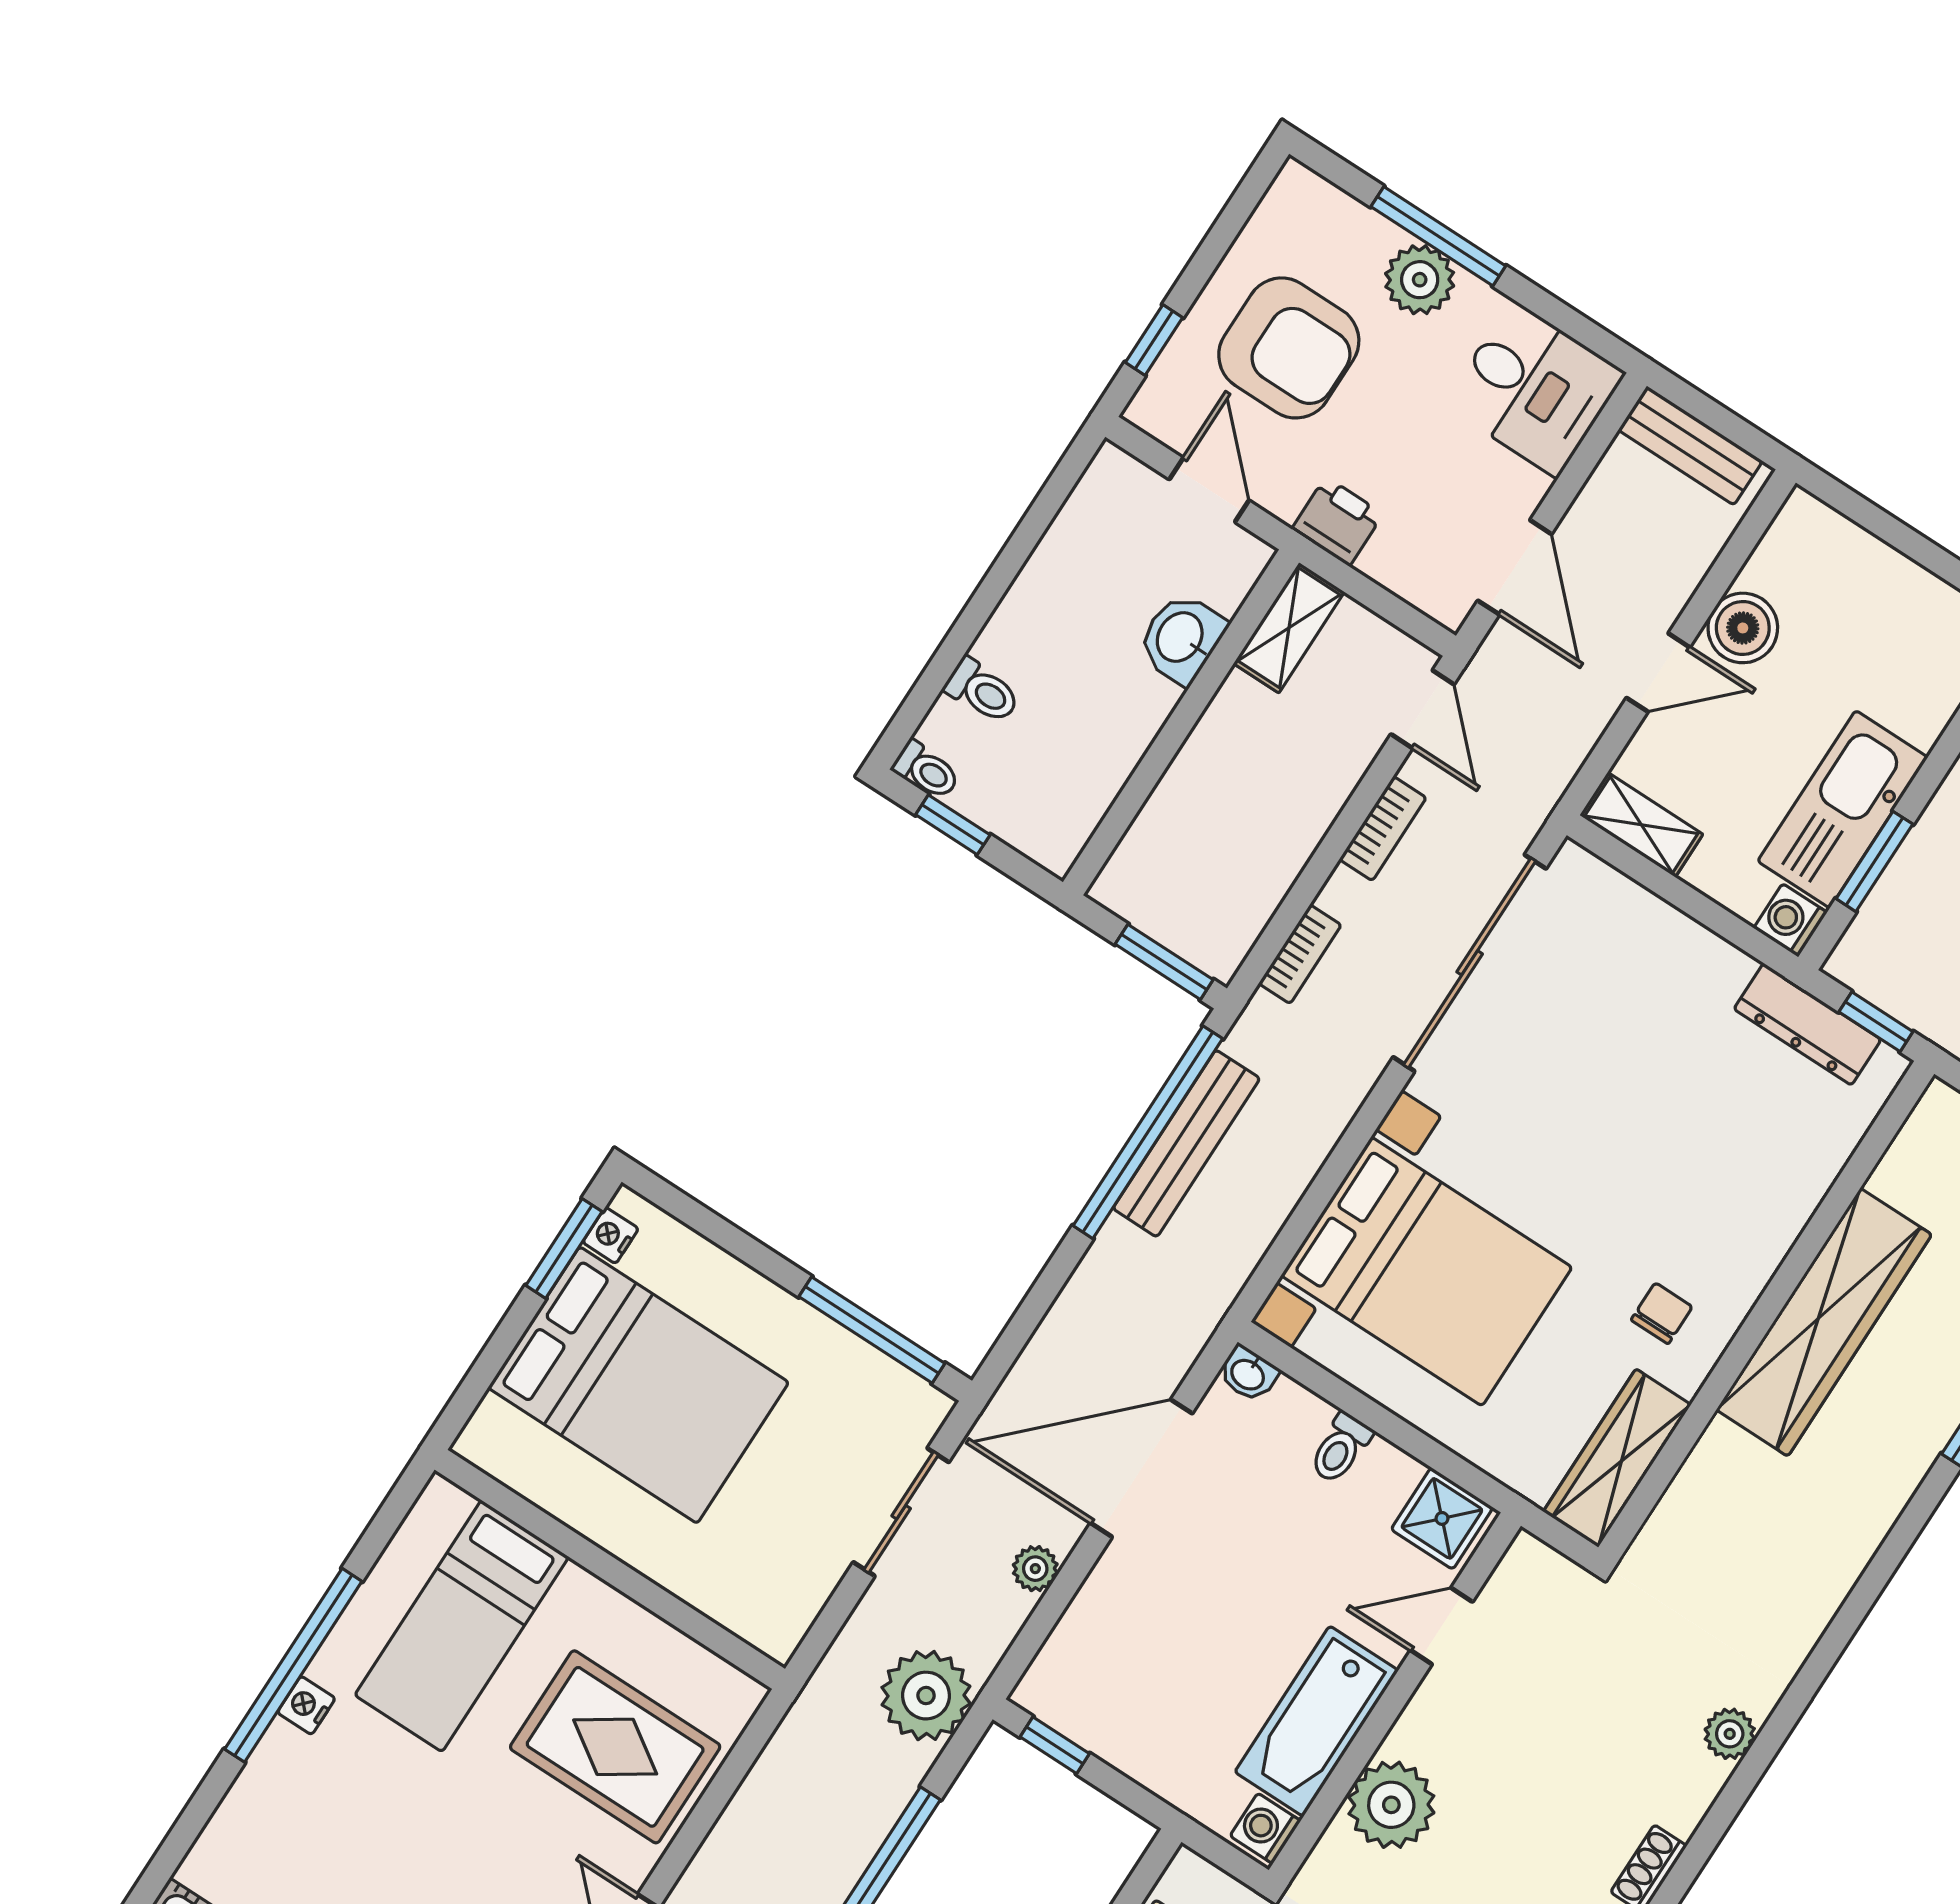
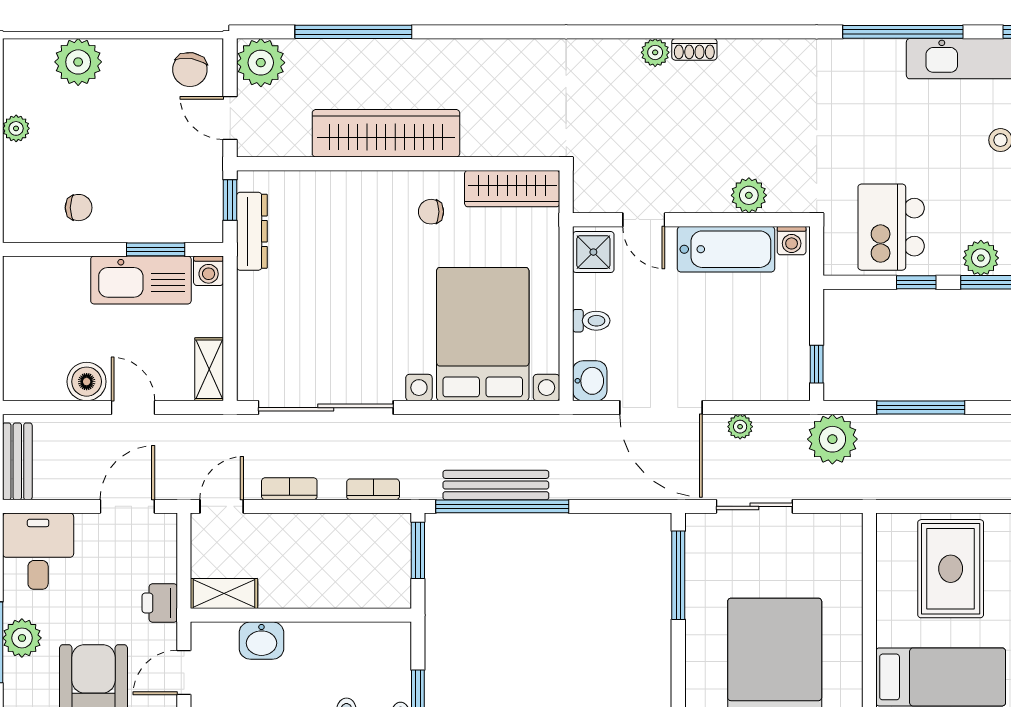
washbasin: (1248, 1374) -> (590, 381), width x1.38, depth x1.45
plant: (1730, 1734) -> (655, 52), moved
plant: (1391, 1805) -> (749, 195), width x0.73, depth x0.73

